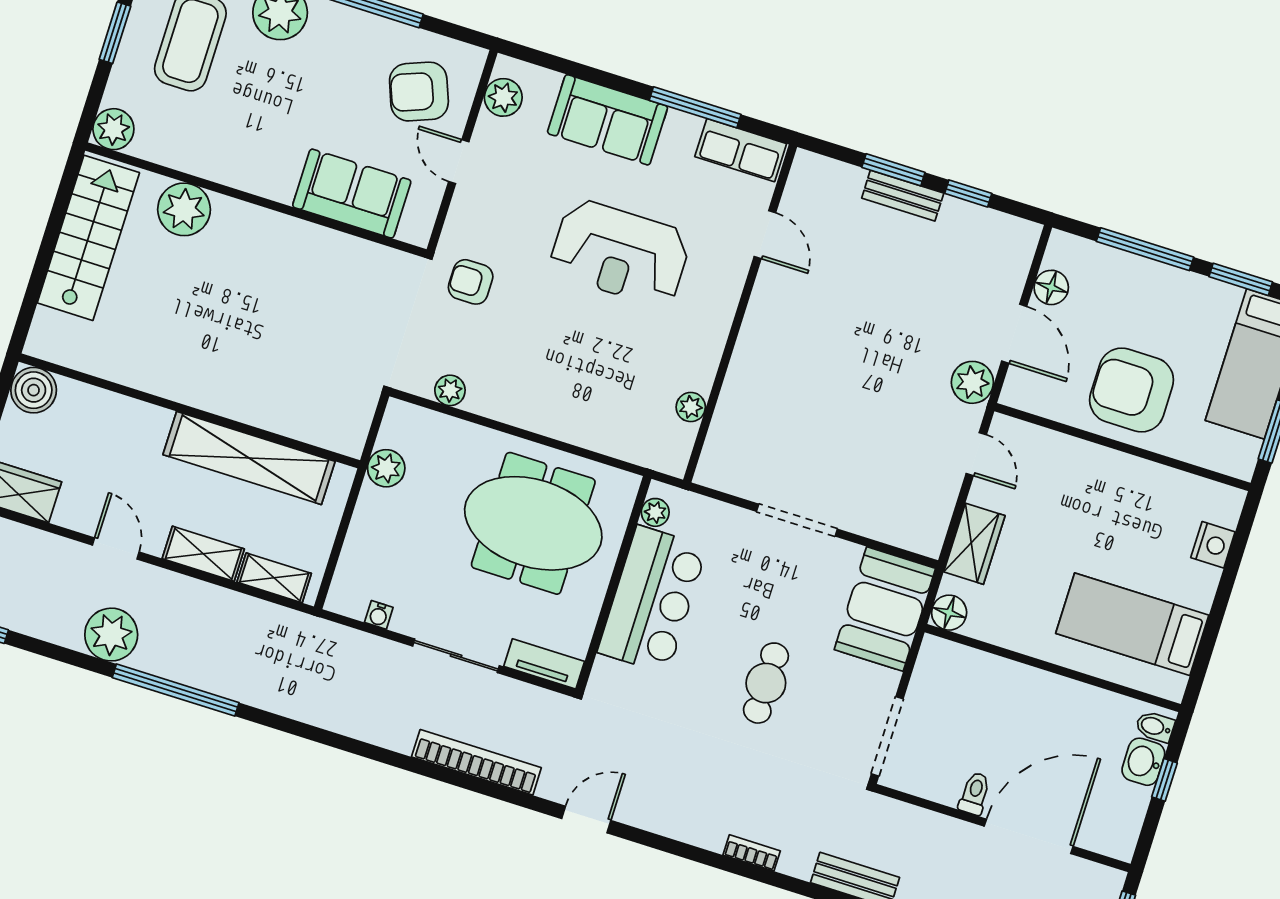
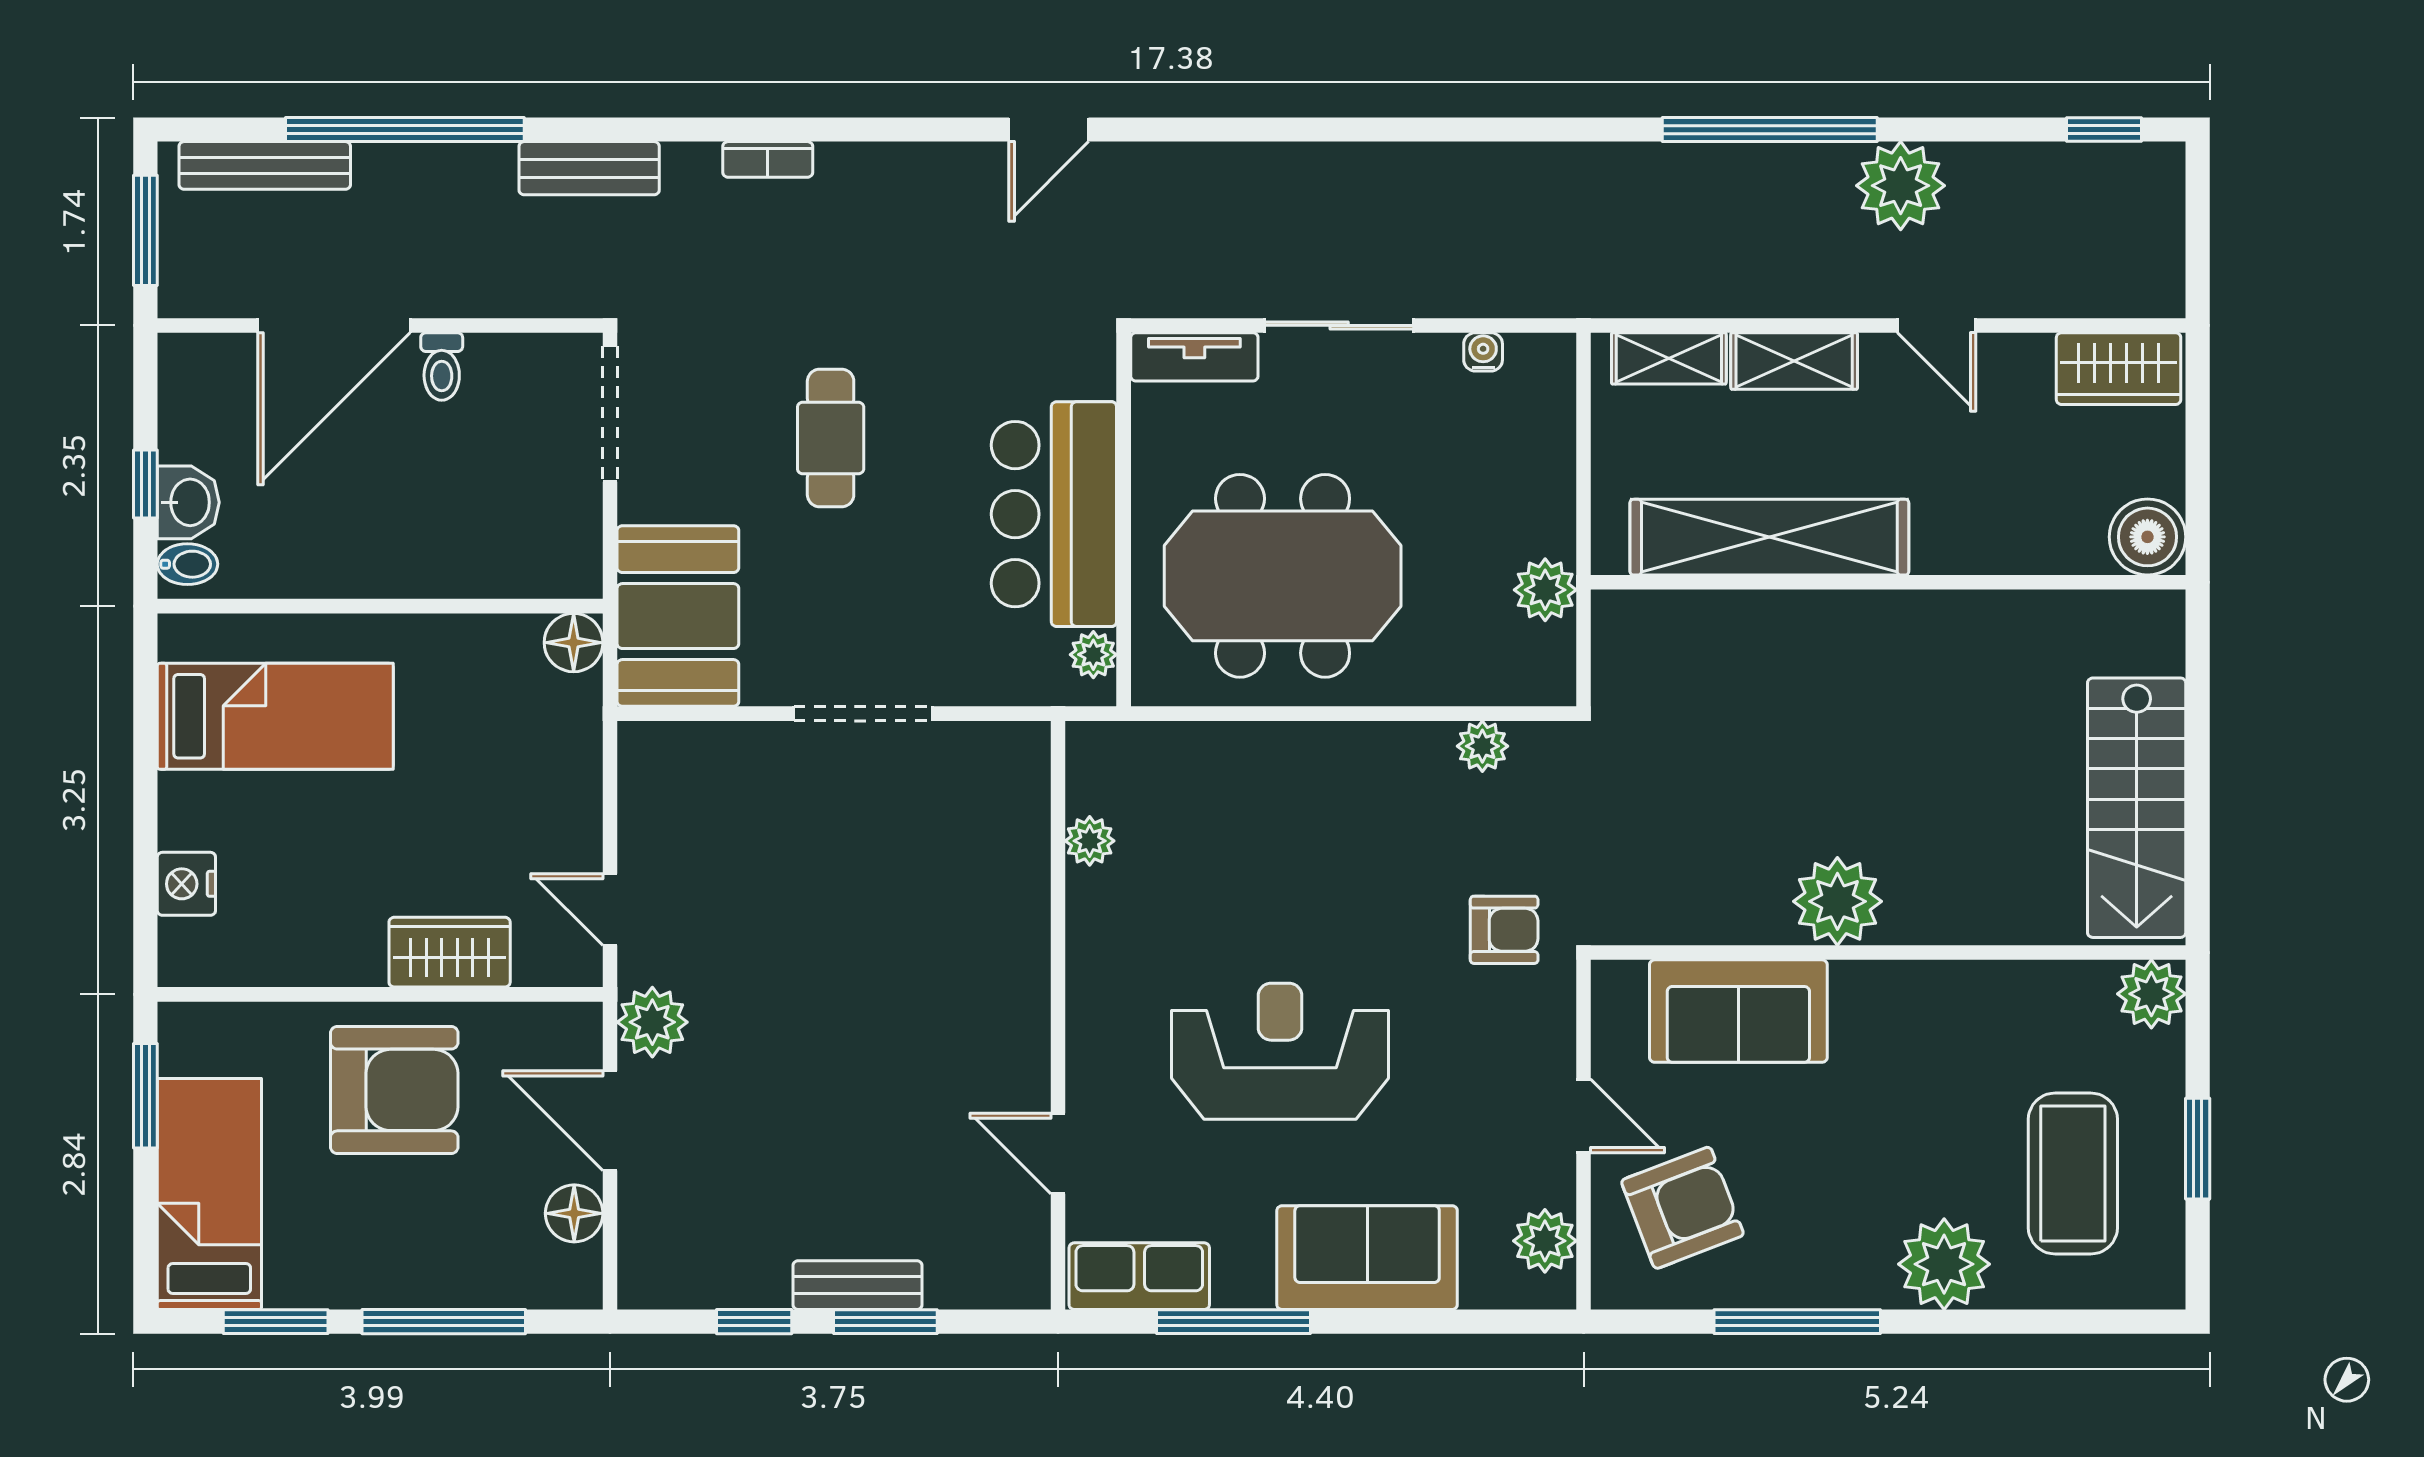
plant: (184, 209) -> (1837, 901), moved
wardrobe: (974, 544) -> (450, 952), moved, turned 90
bookcase: (476, 762) -> (1253, 166), removed

